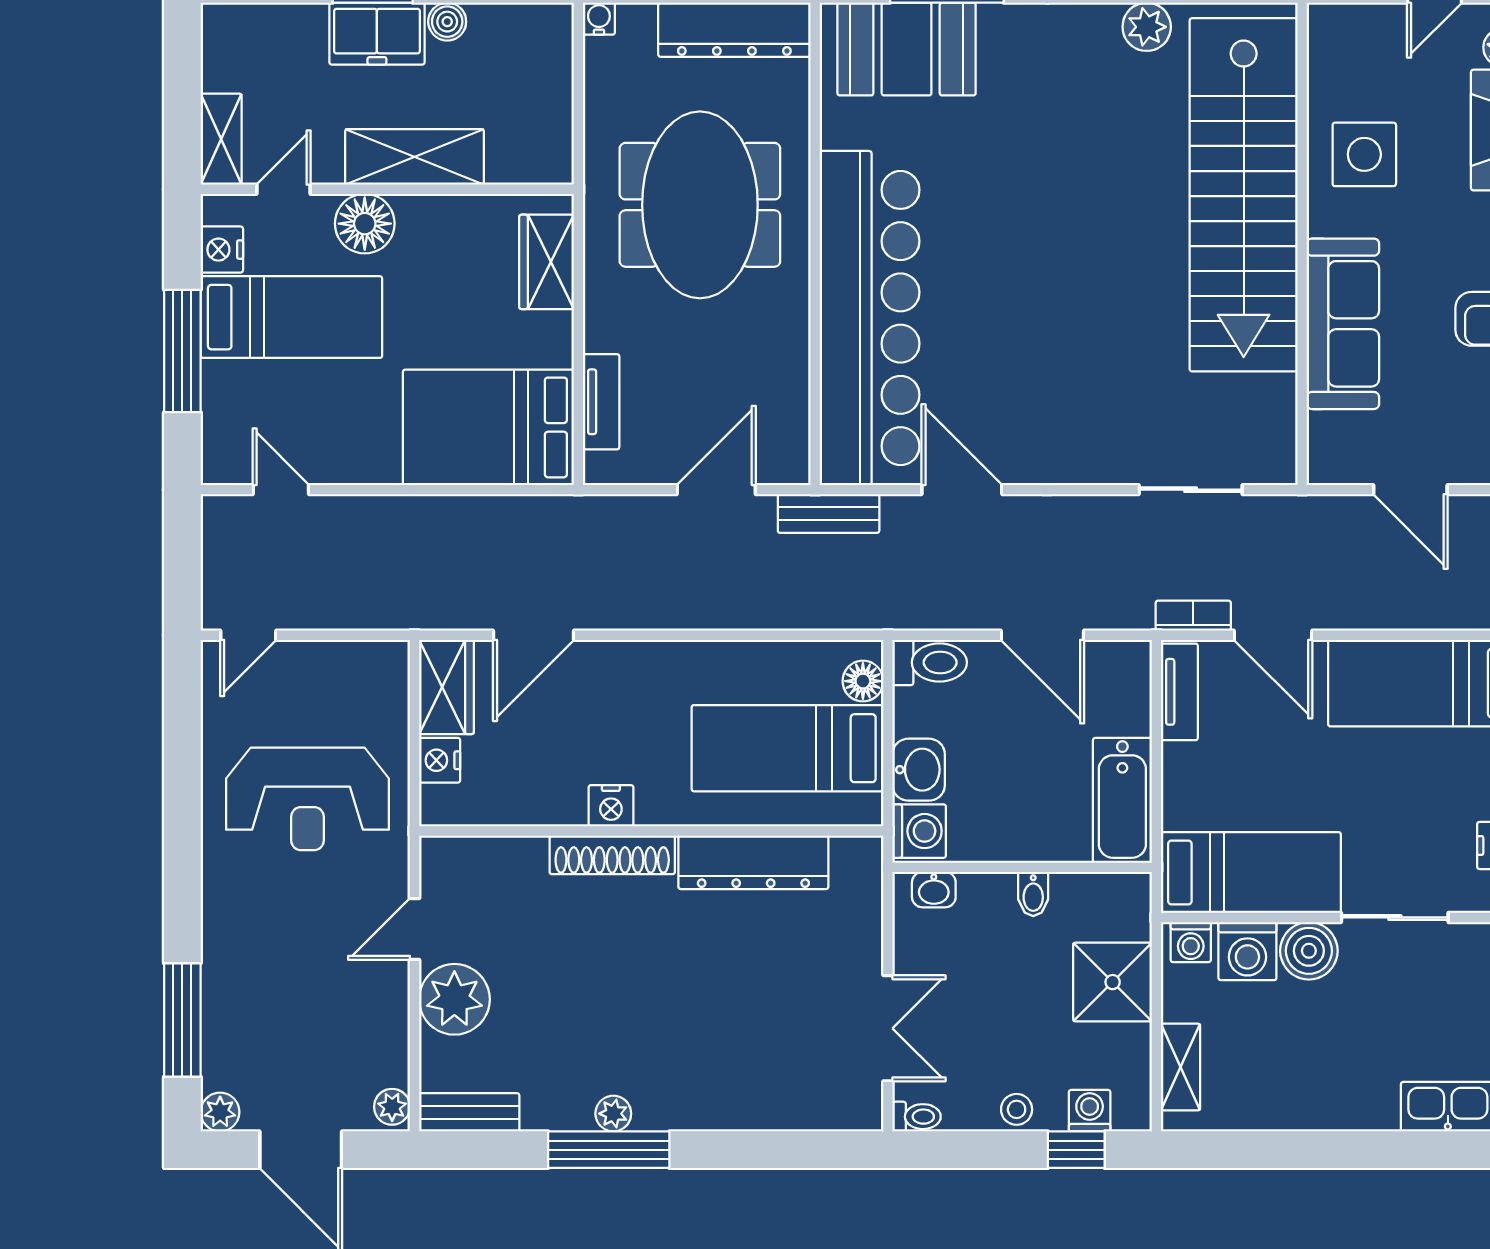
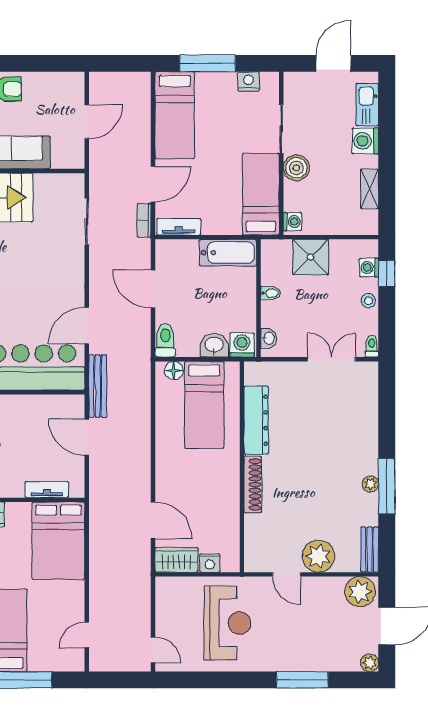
bench: (829, 514) -> (98, 386), width x1.36
door: (1042, 635) -> (153, 289), swing flipped
nightstand: (611, 806) -> (230, 485), removed
washing machine: (1247, 951) -> (365, 141), moved, turned 180
window: (182, 1020) -> (302, 680), moved
shelving: (1181, 1067) -> (370, 189), moved, turned 90
plant: (392, 1107) -> (360, 592), width x1.87, depth x1.87

